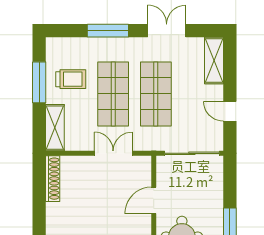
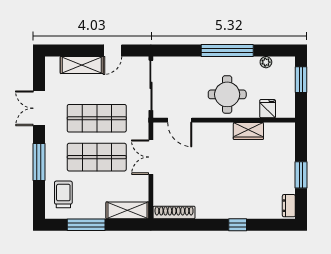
shelving: (214, 61) -> (82, 65), moved
trolley: (71, 79) -> (63, 194), moved
door: (154, 200) -> (180, 120), moved

